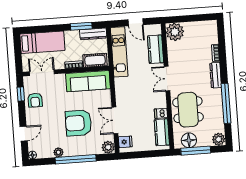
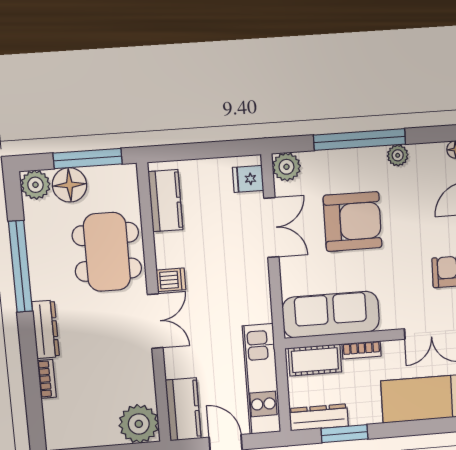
kitchen counter: (156, 49) -> (183, 409), moved
dishwasher: (161, 113) -> (171, 280), moved
floor lamp: (189, 140) -> (70, 185), moved

